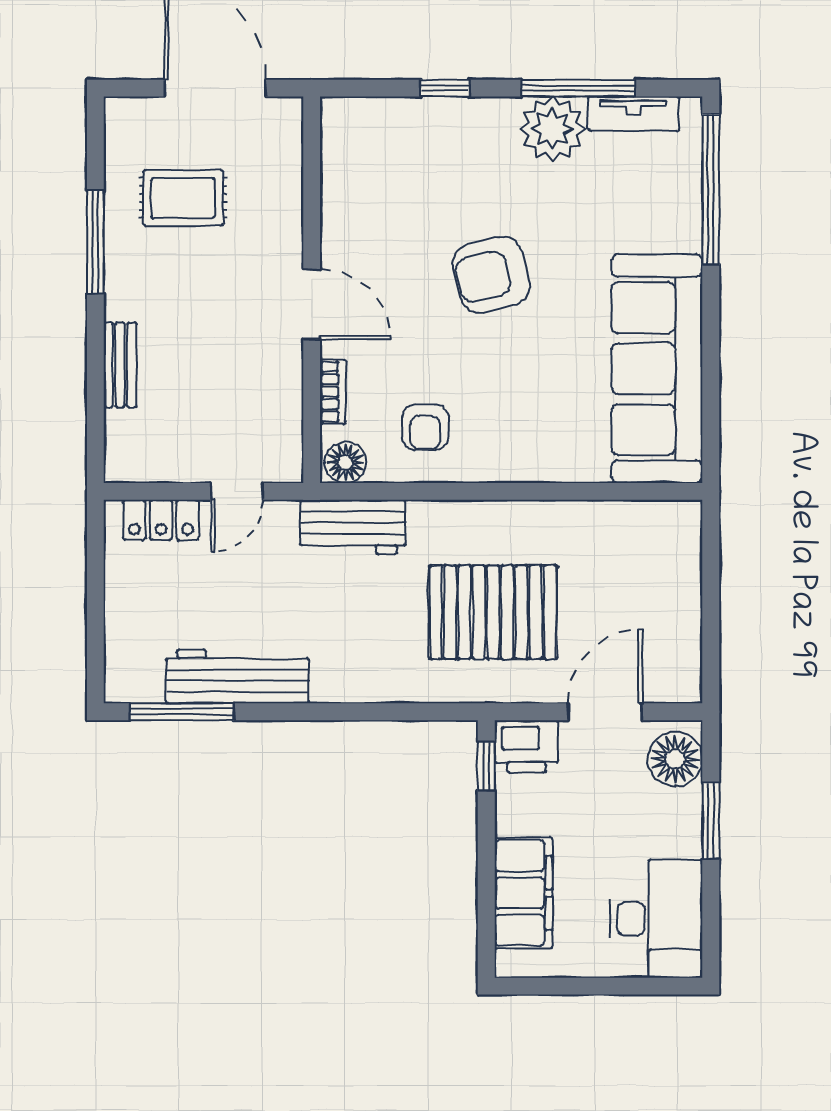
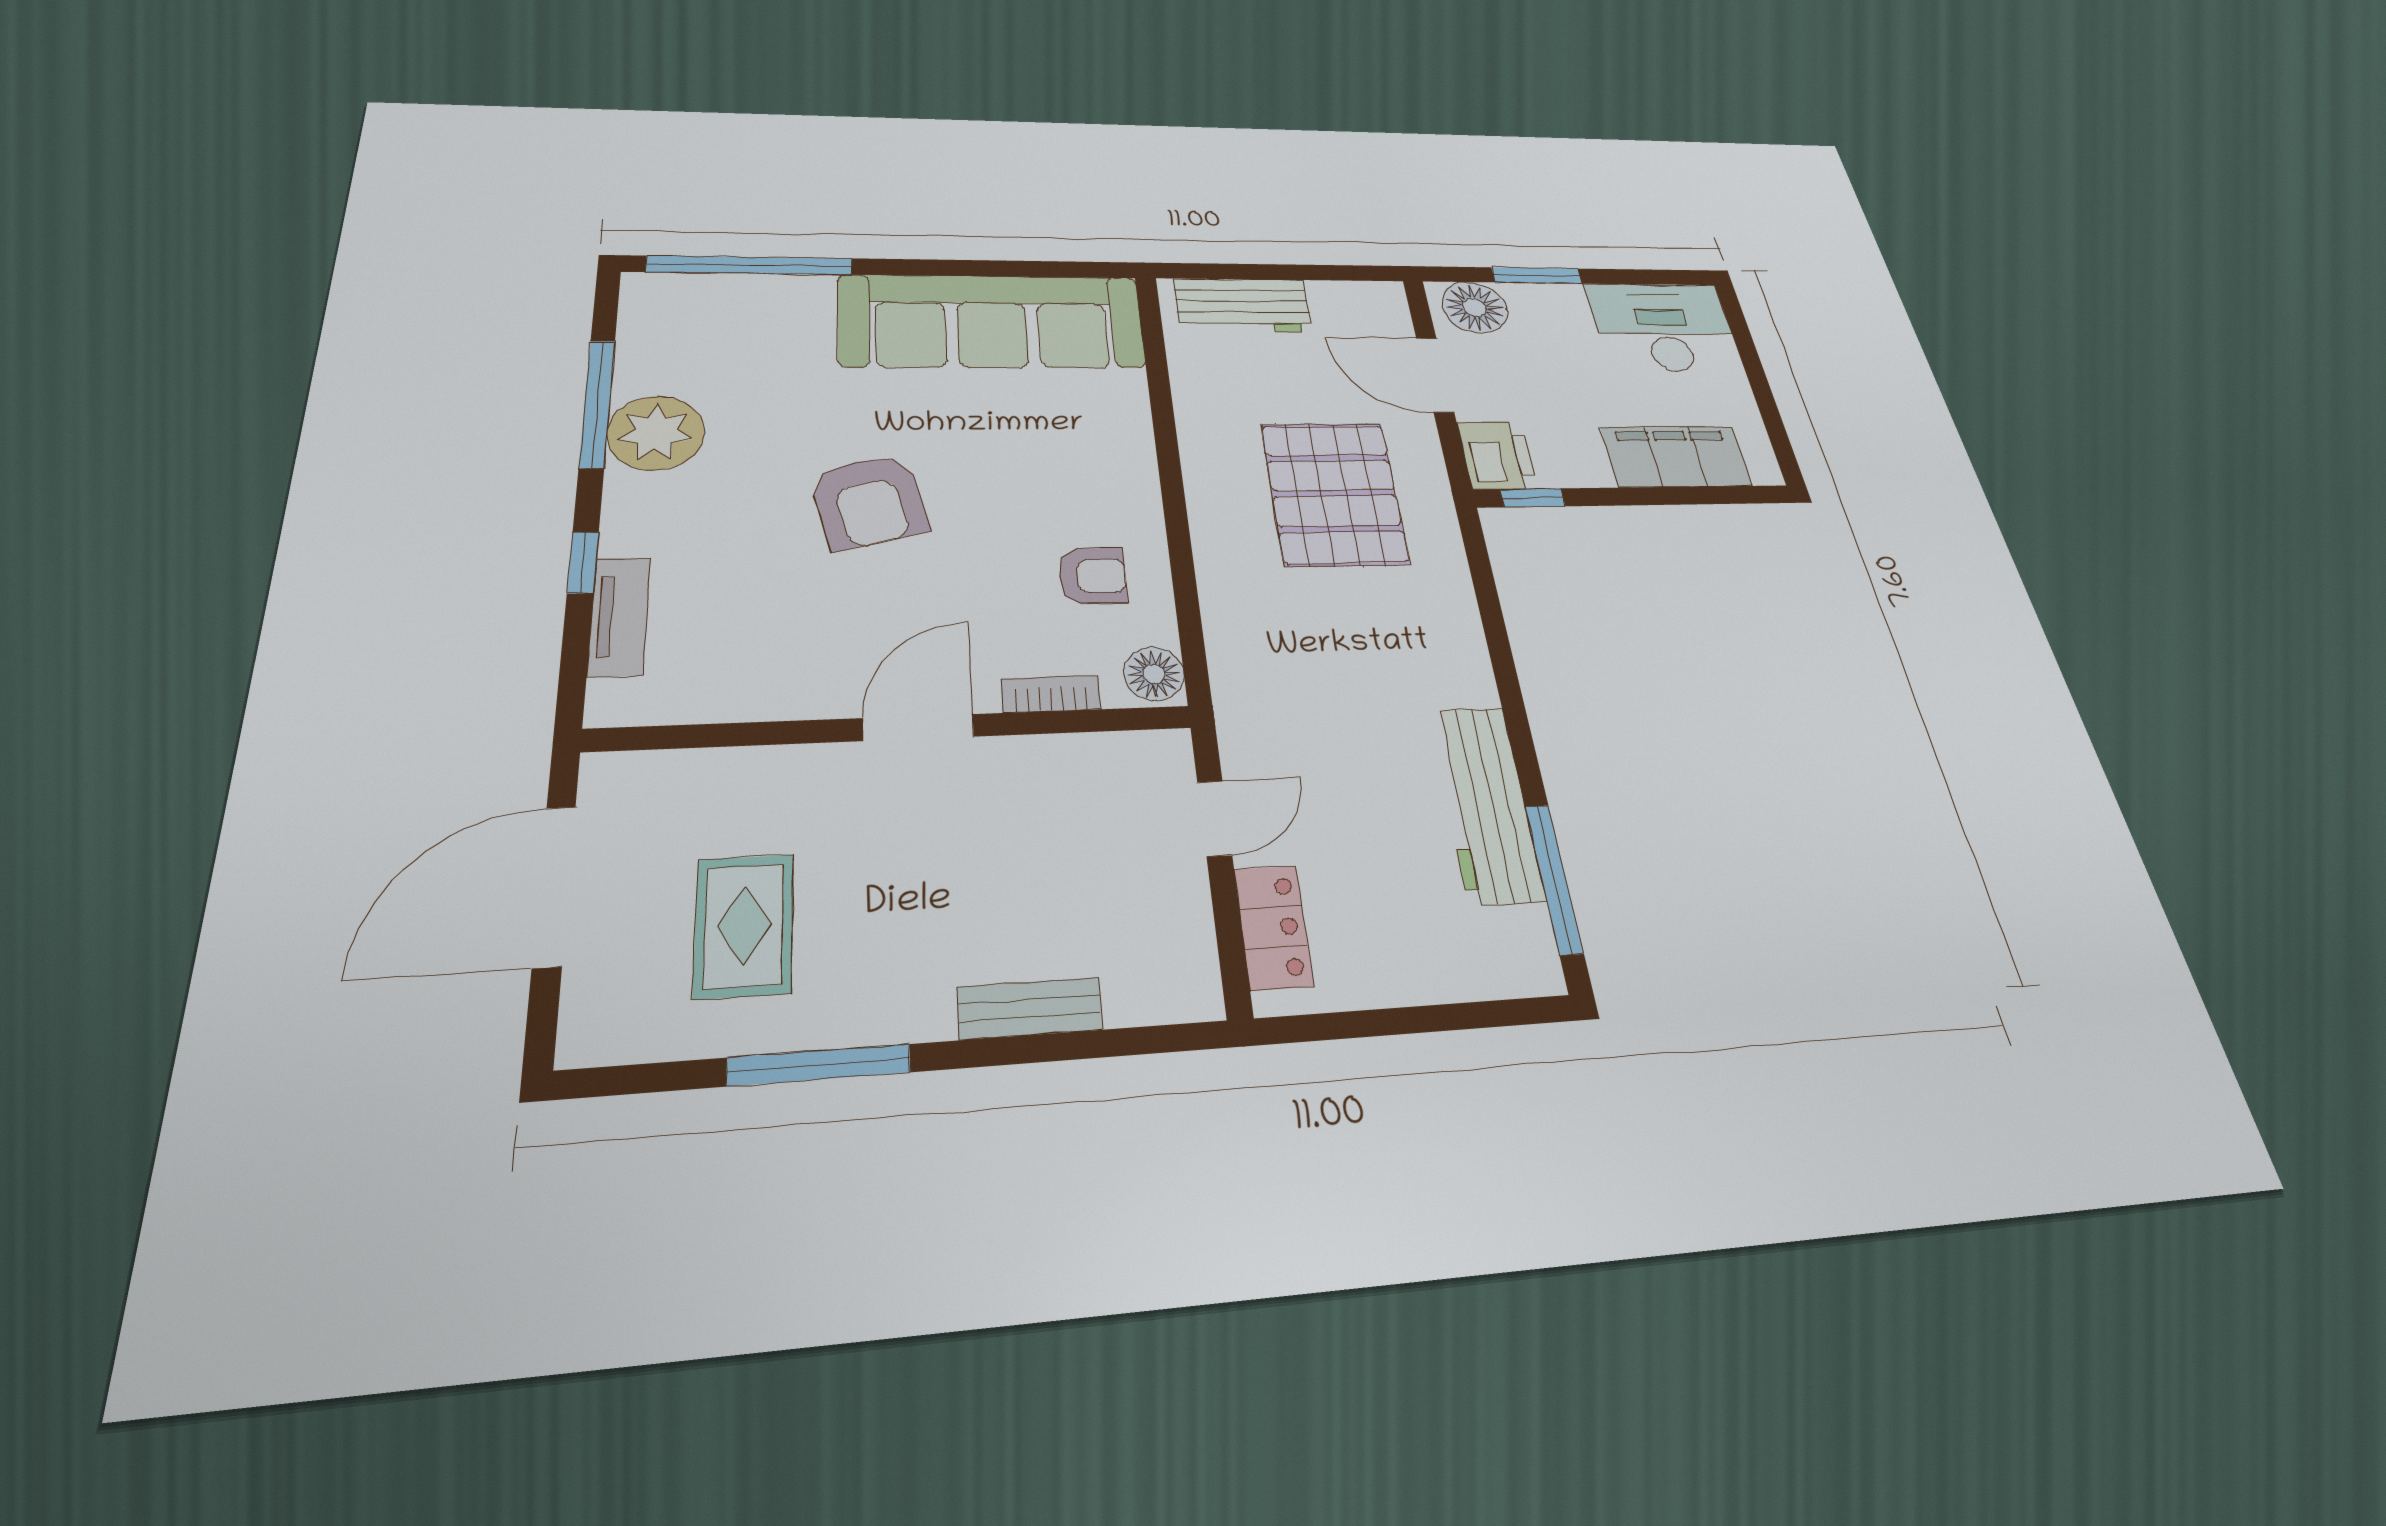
tv unit: (634, 114) -> (619, 616), moved
door: (237, 491) -> (1215, 818), hinge flipped
workbench: (353, 527) -> (1243, 305), moved, turned 90

